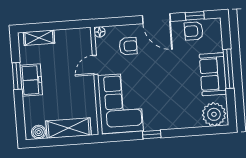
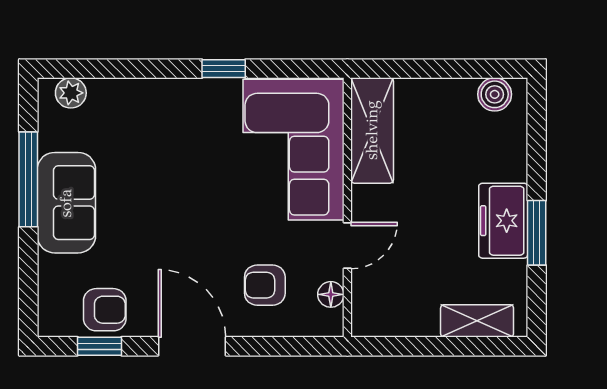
floor lamp: (100, 32) -> (331, 294), moved
window: (228, 69) -> (28, 179), moved
plant: (214, 114) -> (71, 93), width x0.53, depth x0.53
shelving: (69, 128) -> (372, 130), moved, turned 90

